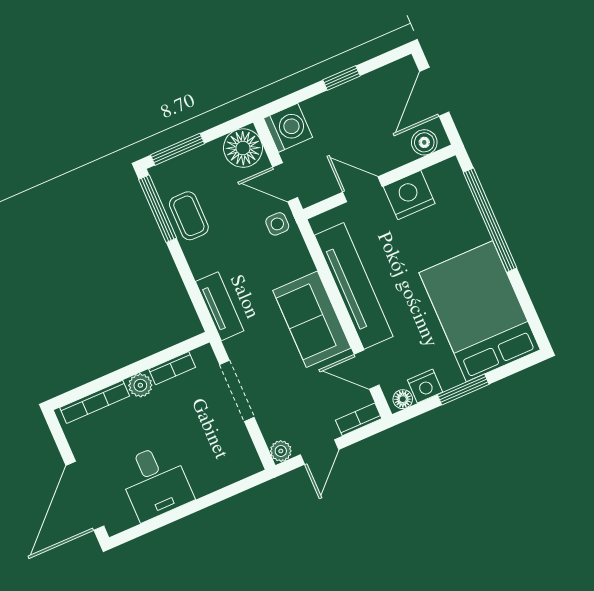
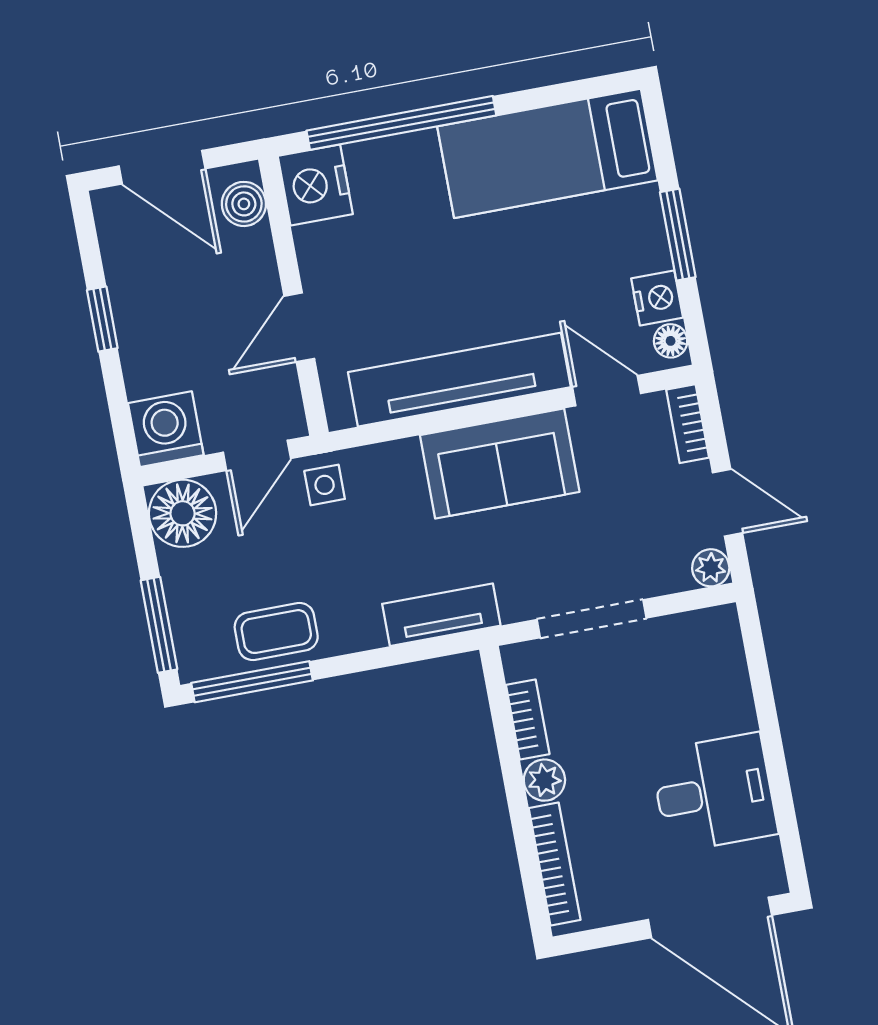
nightstand: (409, 195) -> (315, 185), moved
bed: (480, 311) -> (547, 153), width x0.67
door: (367, 370) -> (607, 391), swing flipped

